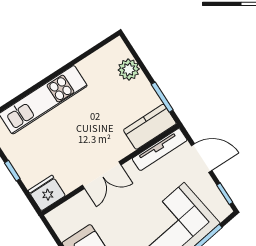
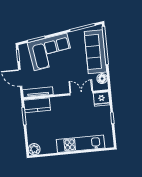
plant: (129, 69) -> (34, 149), moved
double door: (102, 175) -> (81, 93), moved
floor lamp: (64, 228) -> (102, 79), added

